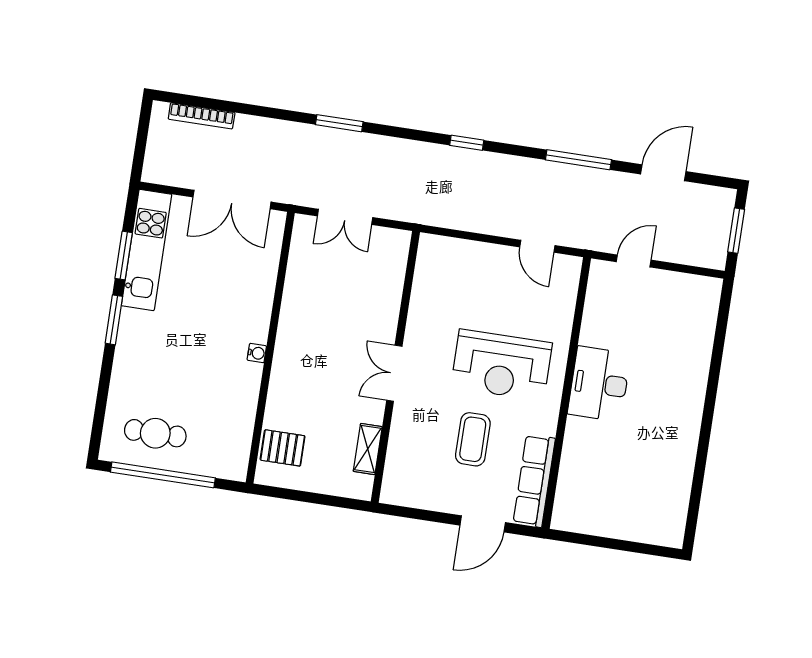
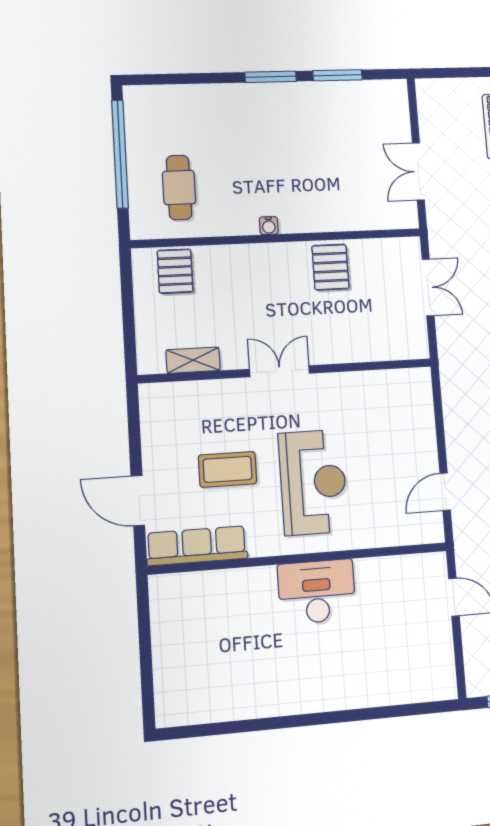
double door: (232, 200) -> (418, 171), width x0.73
double door: (345, 217) -> (428, 287), swing flipped
kitchen unit: (147, 250) -> (348, 97), removed
pallet: (307, 304) -> (330, 267), added
reception desk: (501, 365) -> (313, 482), turned 180
cafe table: (155, 433) -> (179, 187), moved

